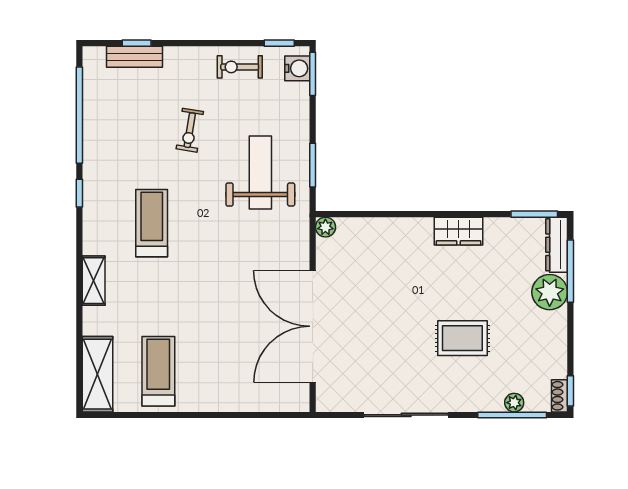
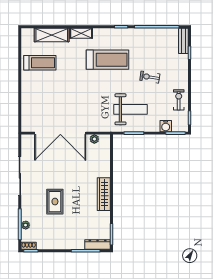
bench: (134, 57) -> (183, 41), moved
water cooler: (297, 68) -> (166, 126), moved
treadmill: (152, 223) -> (107, 60), width x1.37, depth x1.38
plant: (325, 227) -> (94, 139), moved
wardrobe: (459, 231) -> (104, 194), width x1.50
plant: (550, 292) -> (76, 241), removed
double door: (313, 326) -> (60, 133), swing flipped
shelving: (98, 374) -> (52, 35), moved

